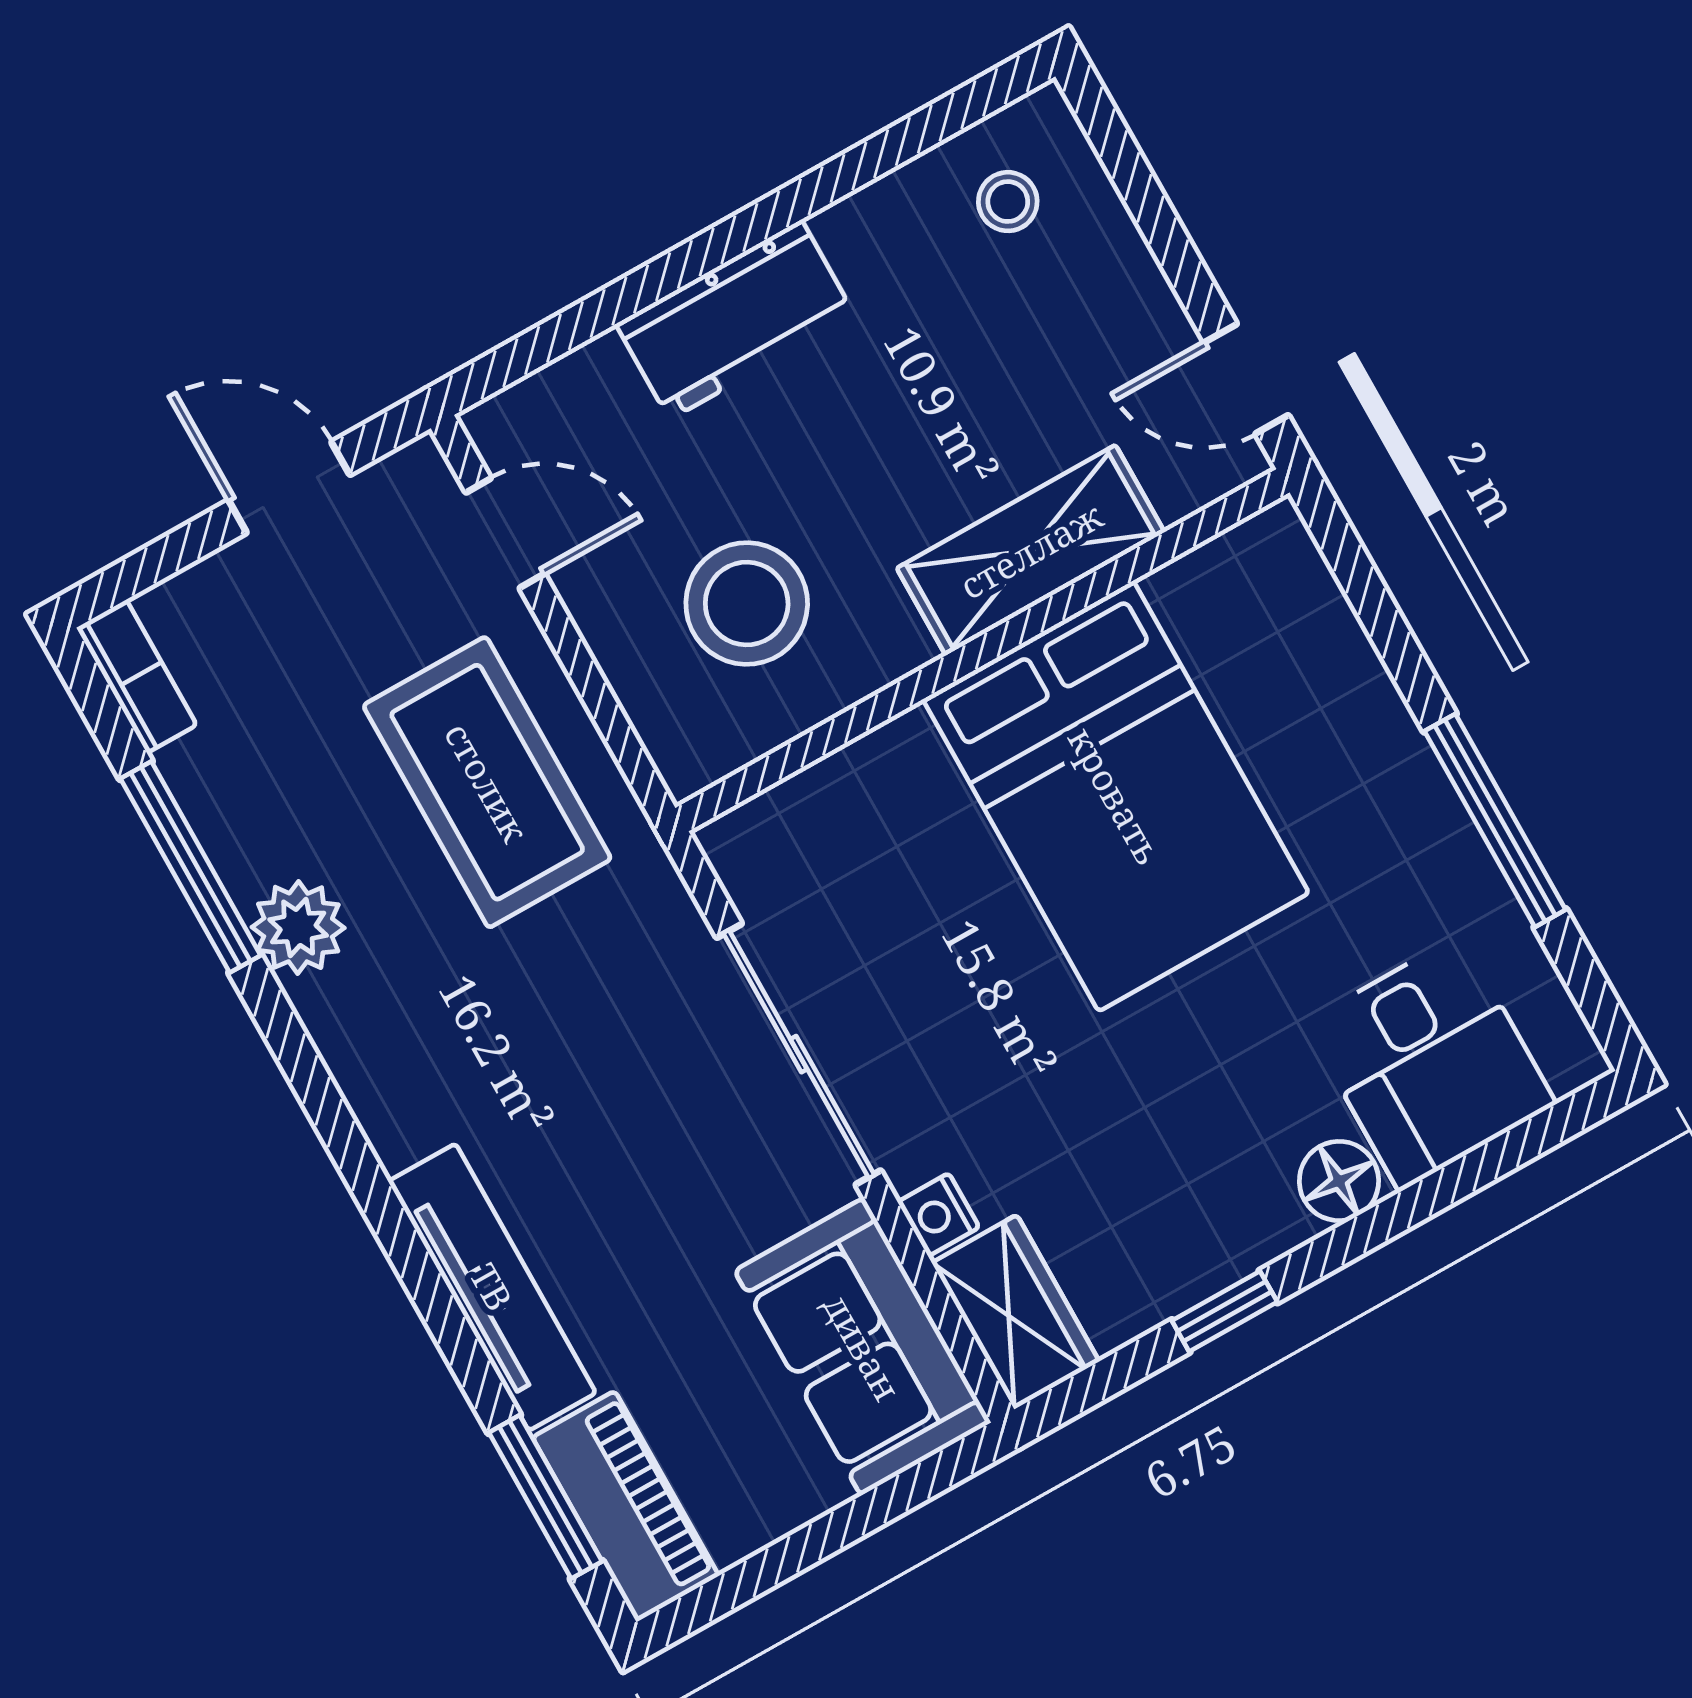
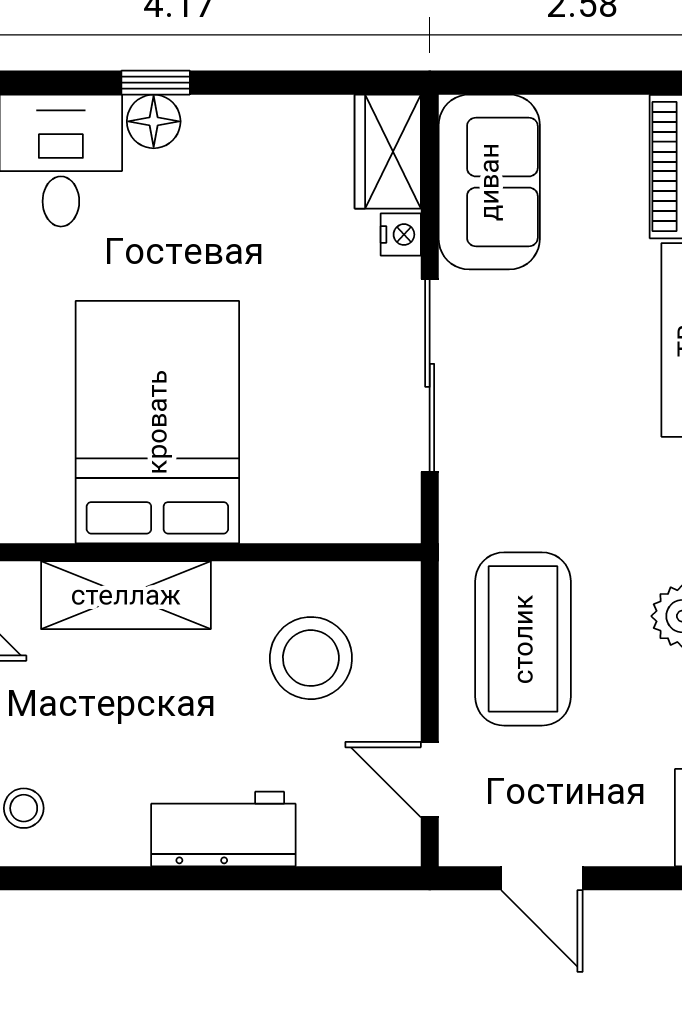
window: (1225, 1311) -> (156, 83), moved

